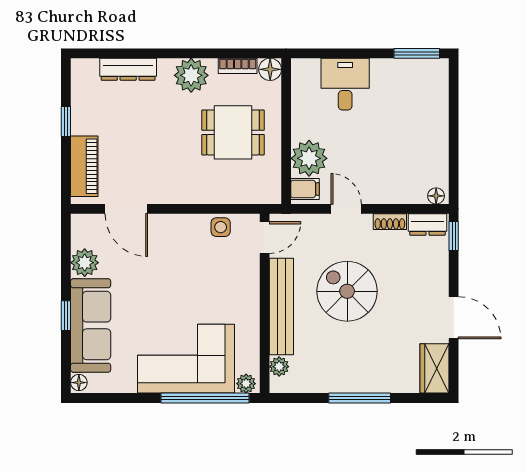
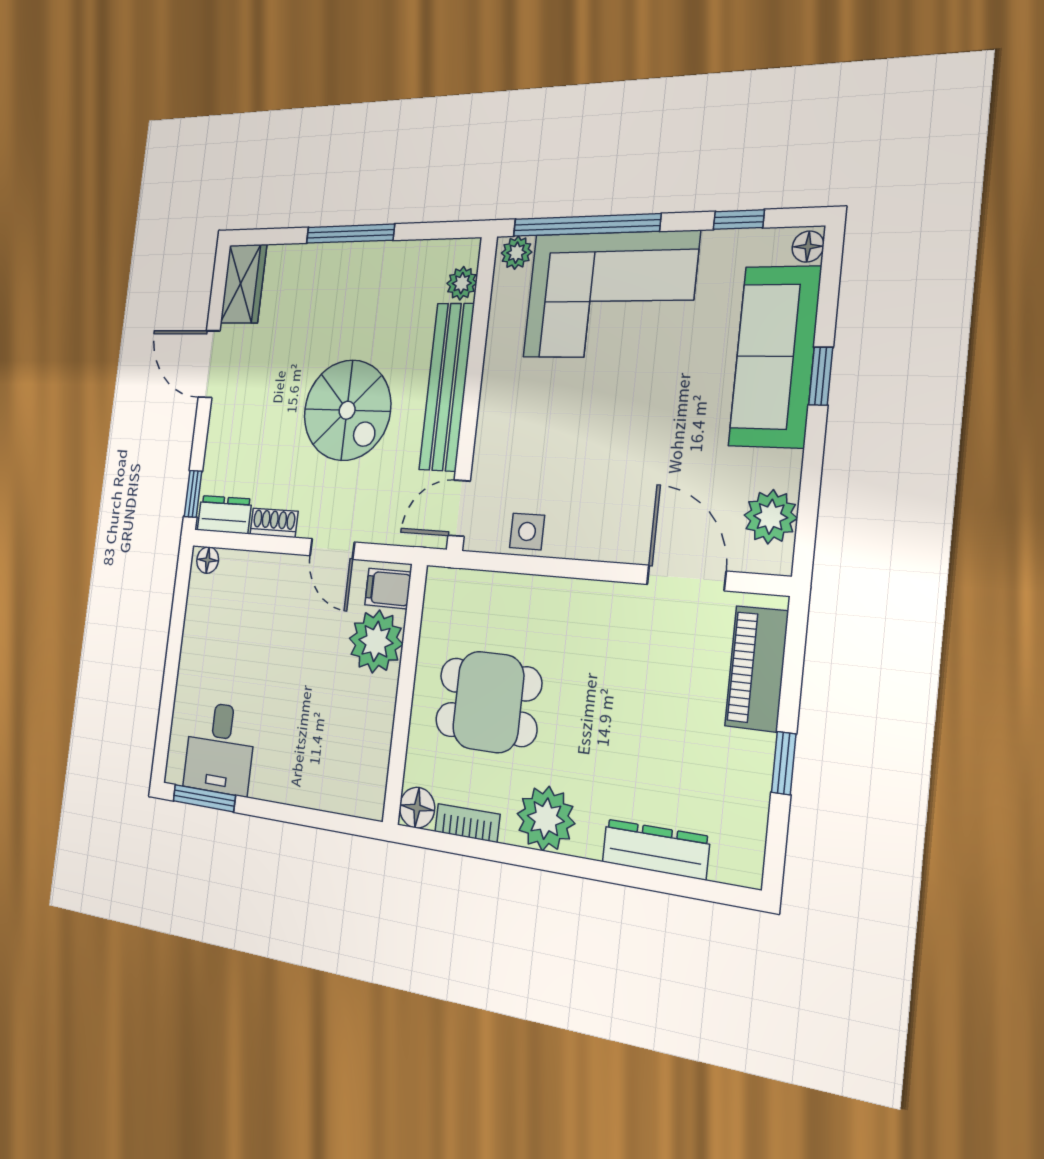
desk: (345, 84) -> (220, 748), moved
plant: (85, 263) -> (771, 517), moved
window: (117, 398) -> (739, 220), added

